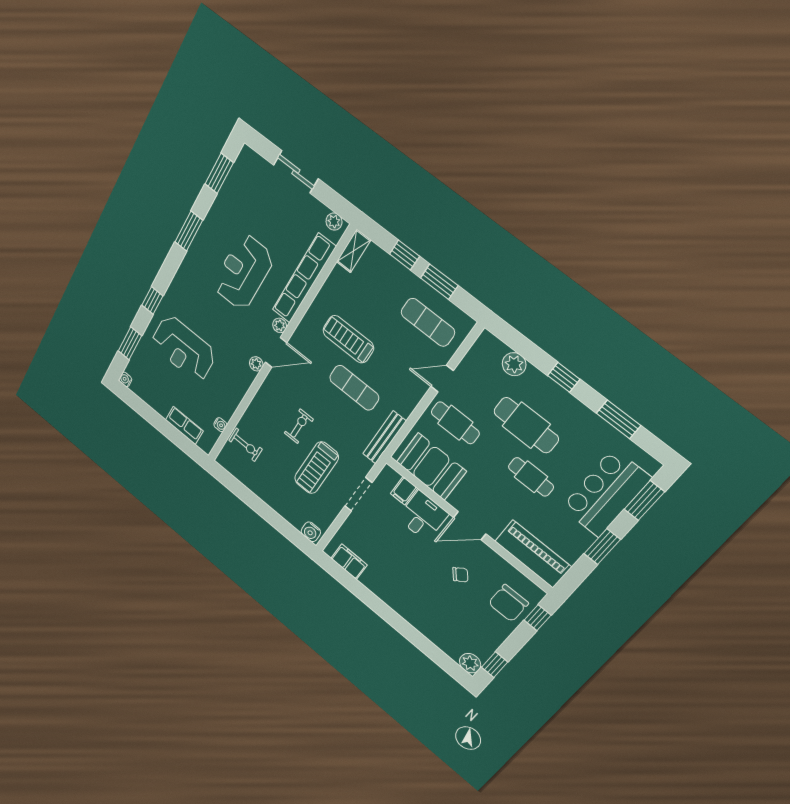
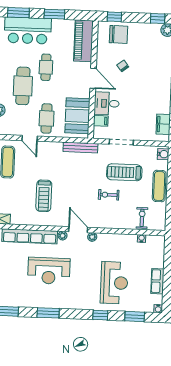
exercise mat: (354, 388) -> (159, 186), moved
row of seats: (184, 425) -> (157, 281), moved
treadmill: (316, 468) -> (124, 172), turned 180

